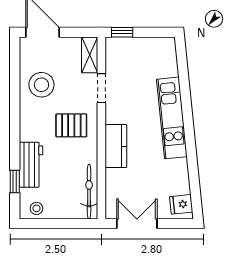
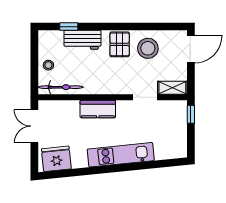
pallet: (71, 125) -> (120, 44), moved
fridge: (181, 204) -> (56, 159), width x1.88, depth x1.34
stool: (36, 208) -> (48, 65), moved
double door: (137, 224) -> (34, 126), swing flipped

